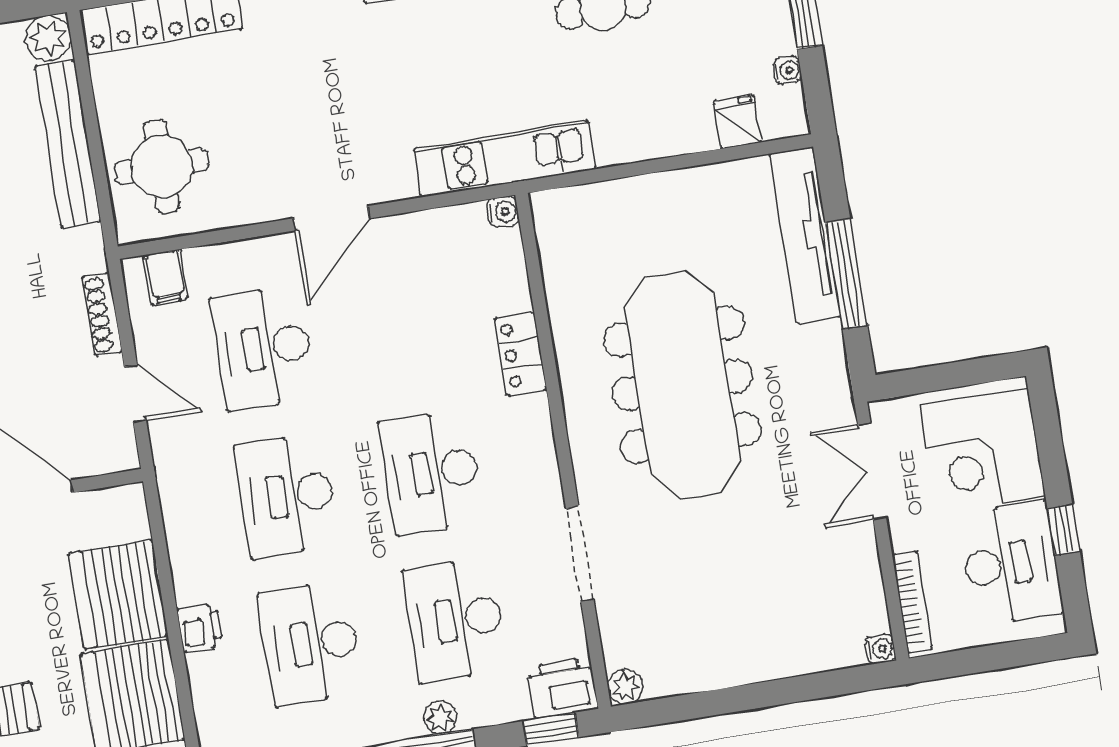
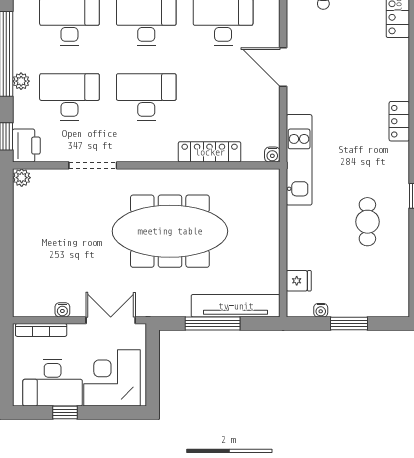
locker: (521, 354) -> (210, 152), width x1.53
water cooler: (880, 649) -> (62, 310), moved

